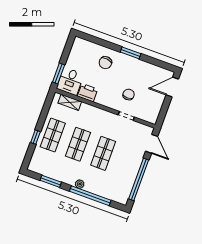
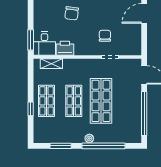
shop shelf: (103, 153) -> (101, 101), width x1.43, depth x1.36

